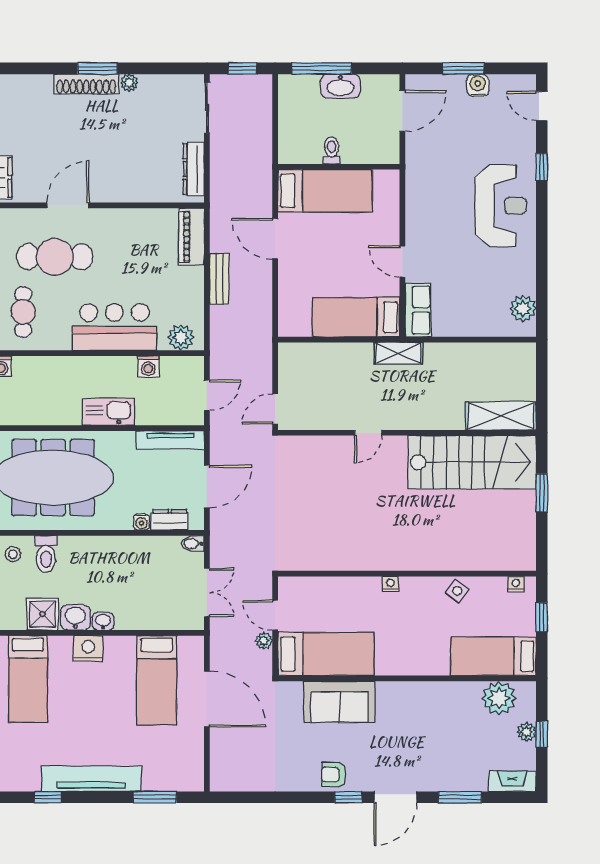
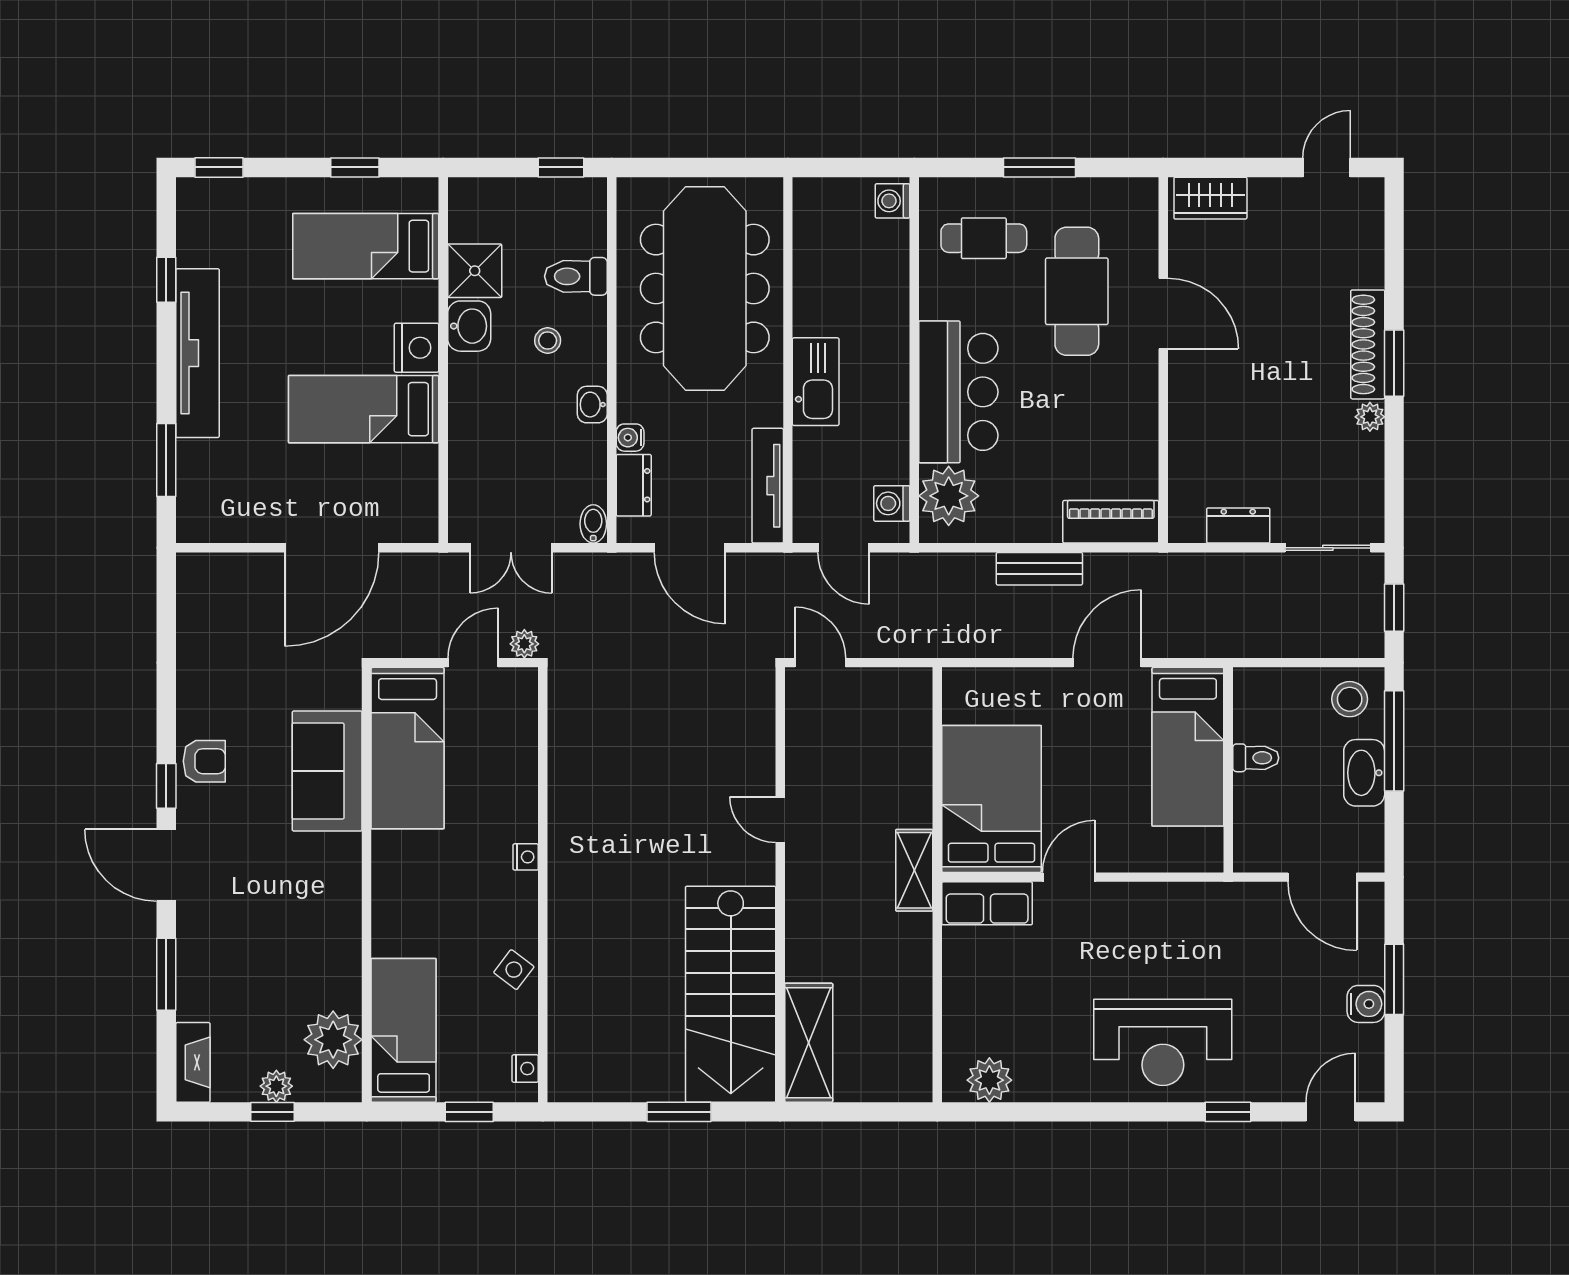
stool: (297, 95) -> (1350, 699), added
dresser: (194, 169) -> (1238, 525), width x0.70
bed: (356, 317) -> (991, 799), width x1.50
plant: (181, 337) -> (949, 496), width x1.36, depth x1.36
washing machine: (148, 367) -> (892, 503), moved
stool: (13, 554) -> (548, 341), moved
washbasin: (103, 621) -> (592, 405), moved, turned 180
plant: (264, 641) -> (524, 644), moved
bed: (157, 680) -> (364, 409), moved
armchair: (334, 775) -> (204, 761), turned 88

